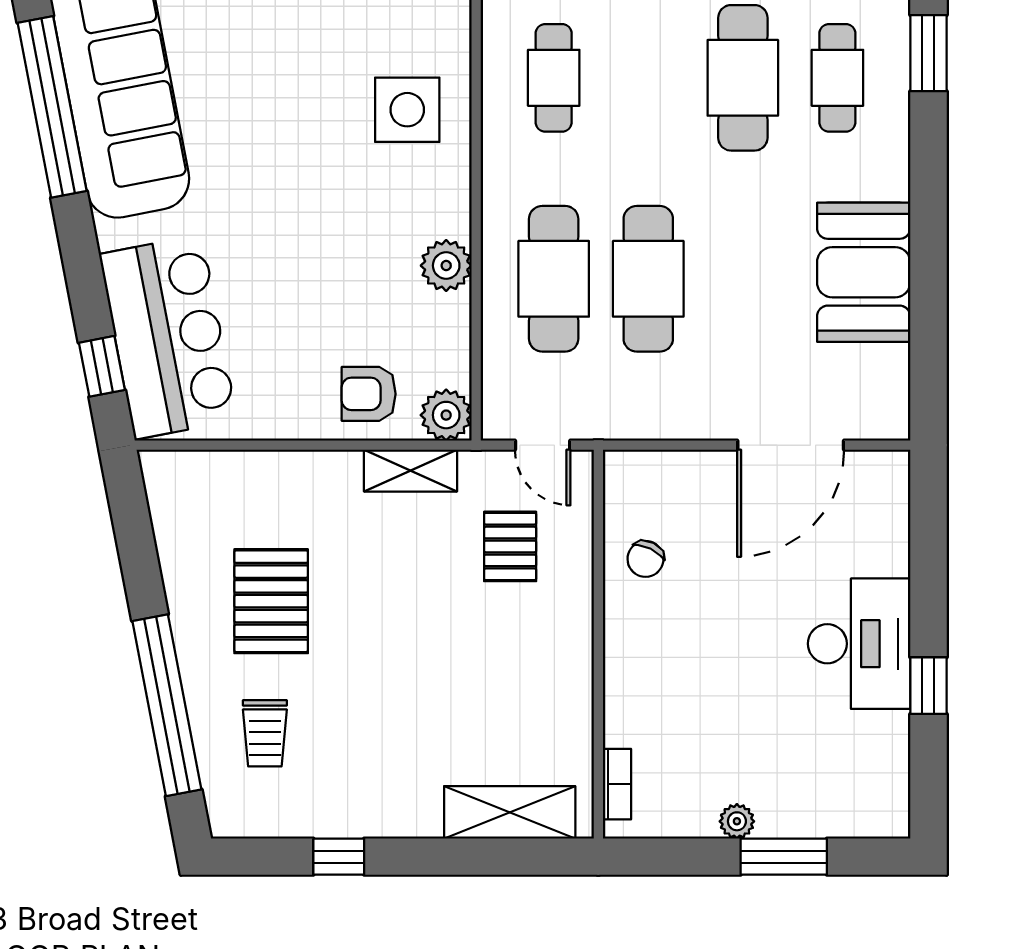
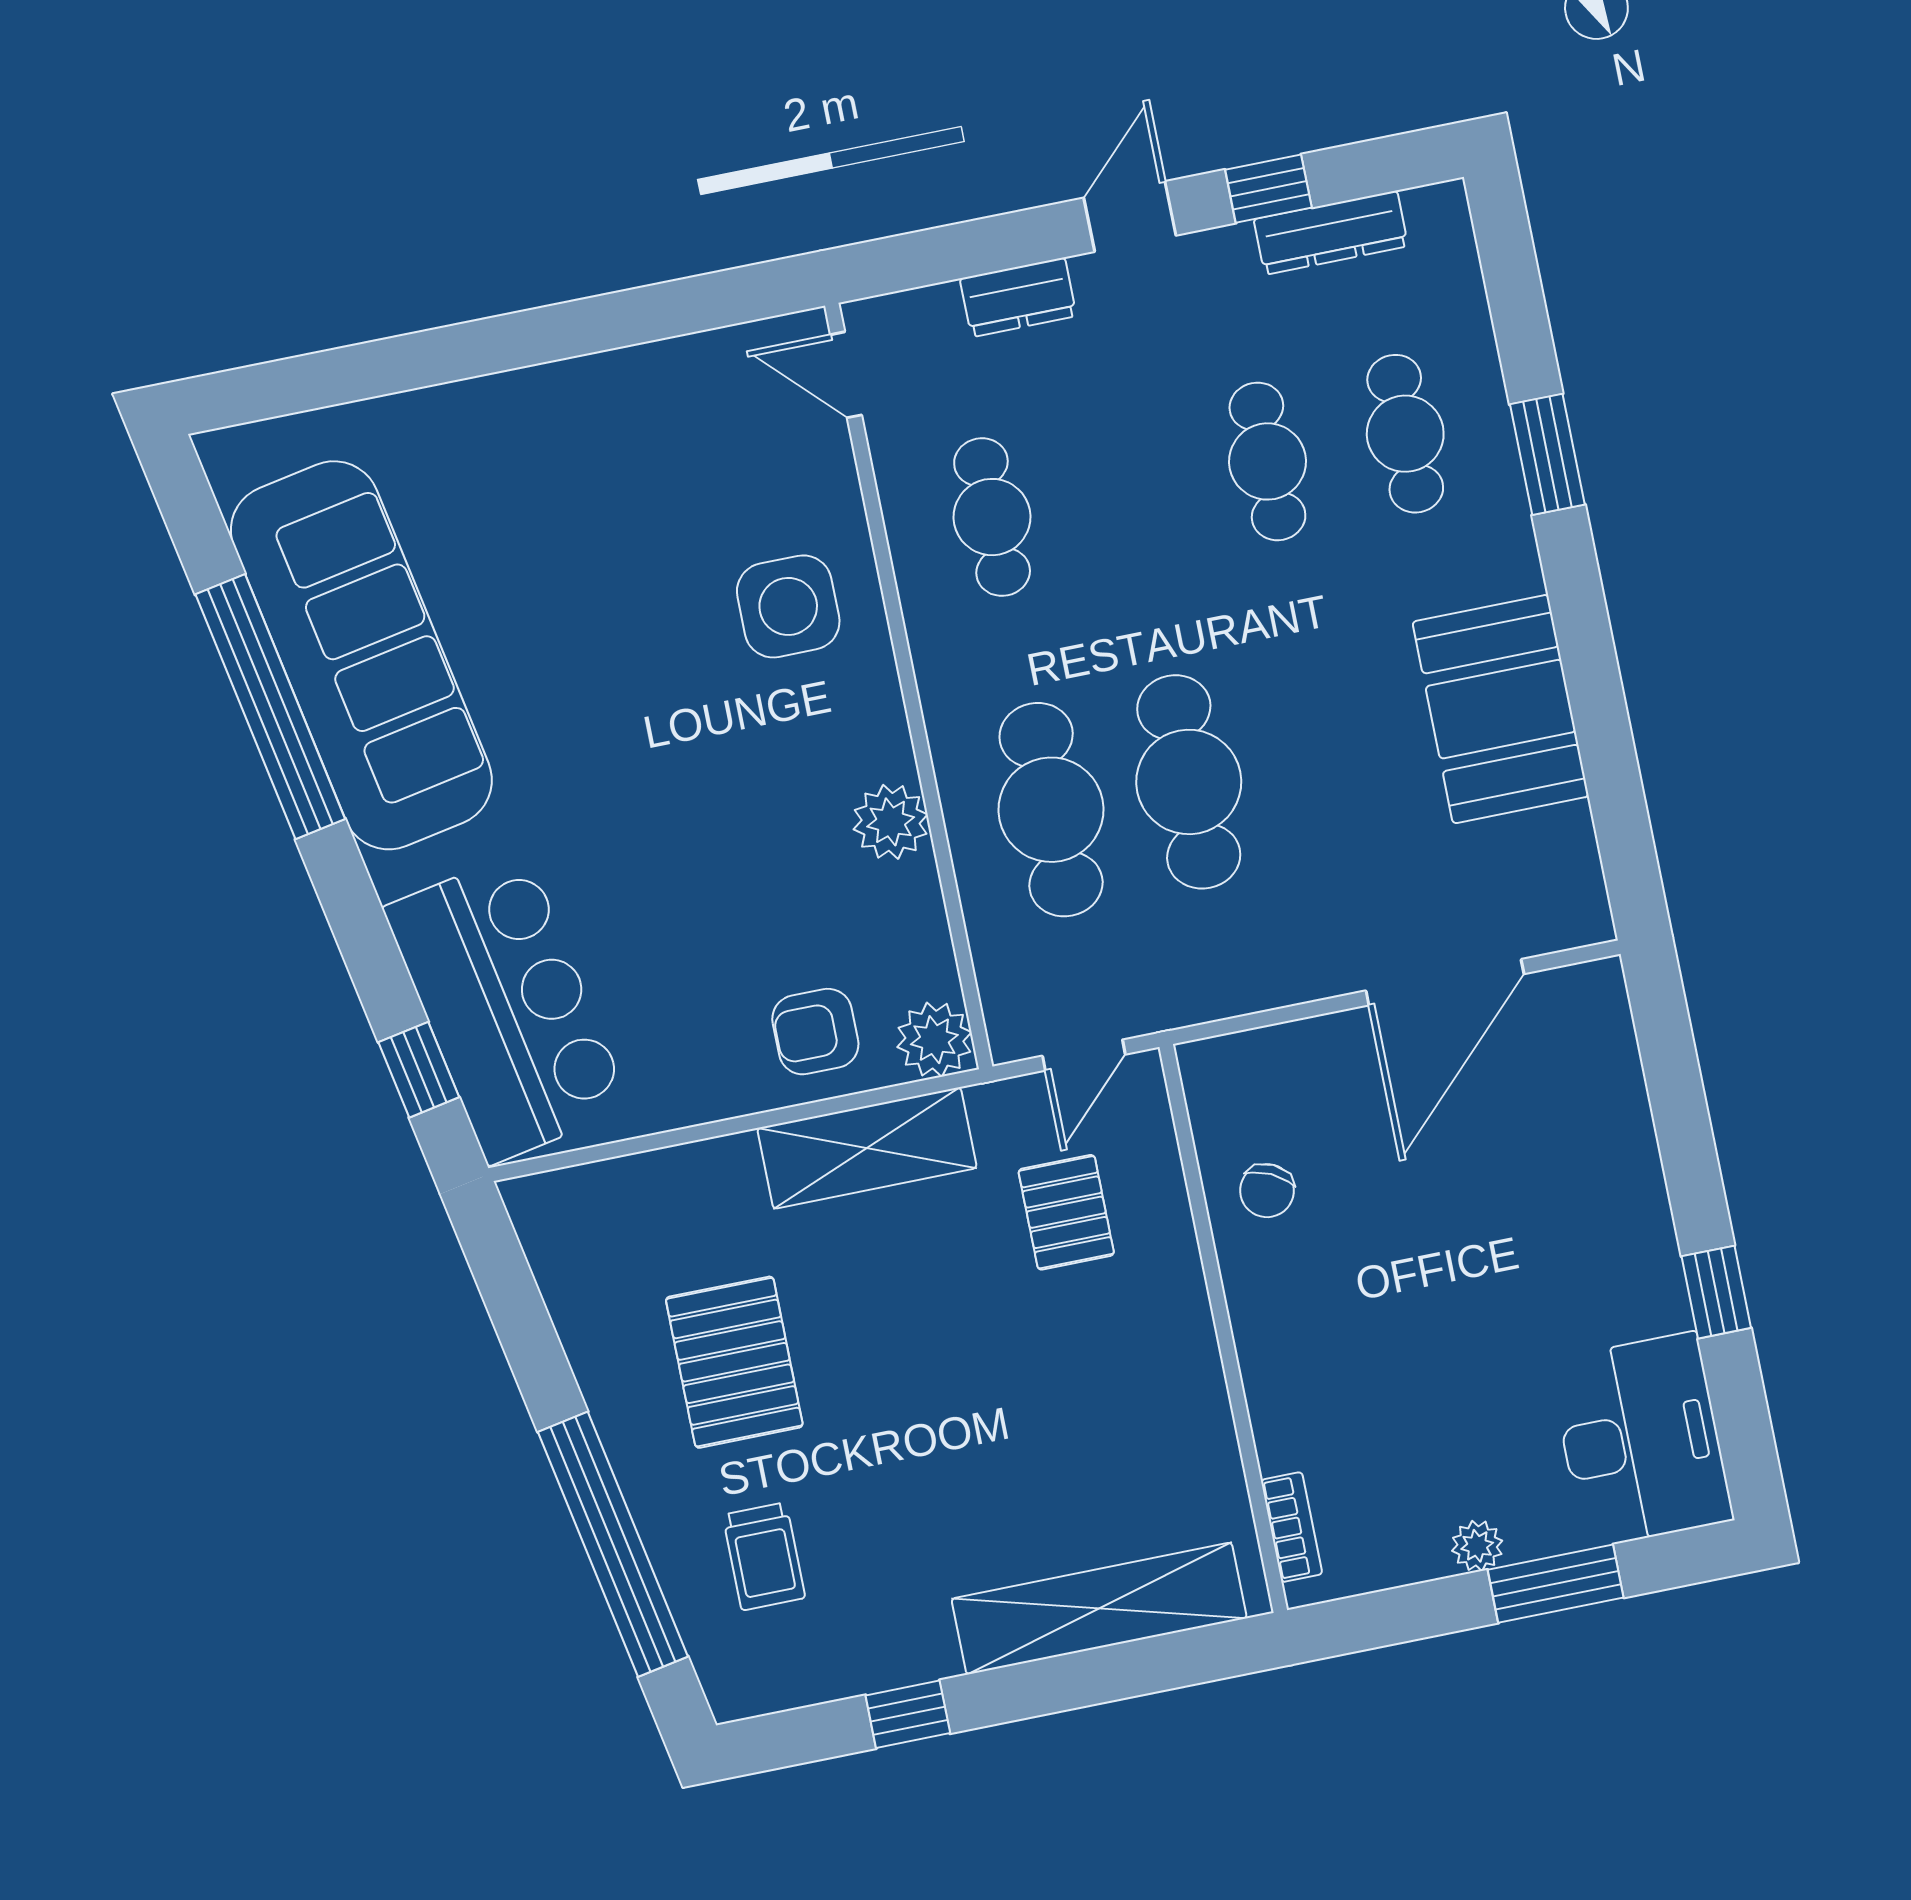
window: (928, 53) -> (1547, 454), moved
cafe table: (743, 78) -> (1267, 461), width x0.73, depth x0.74
door: (543, 445) -> (1084, 1055), hinge flipped
shelving: (410, 471) -> (867, 1148), width x1.50, depth x1.33
desk: (859, 644) -> (1641, 1440), moved
shelving: (510, 812) -> (1099, 1609), width x1.47

